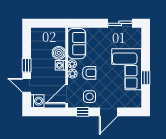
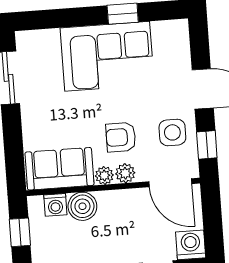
window: (49, 23) -> (20, 232), added
washing machine: (60, 65) -> (55, 205), moved
armchair: (89, 73) -> (121, 137), turned -90

